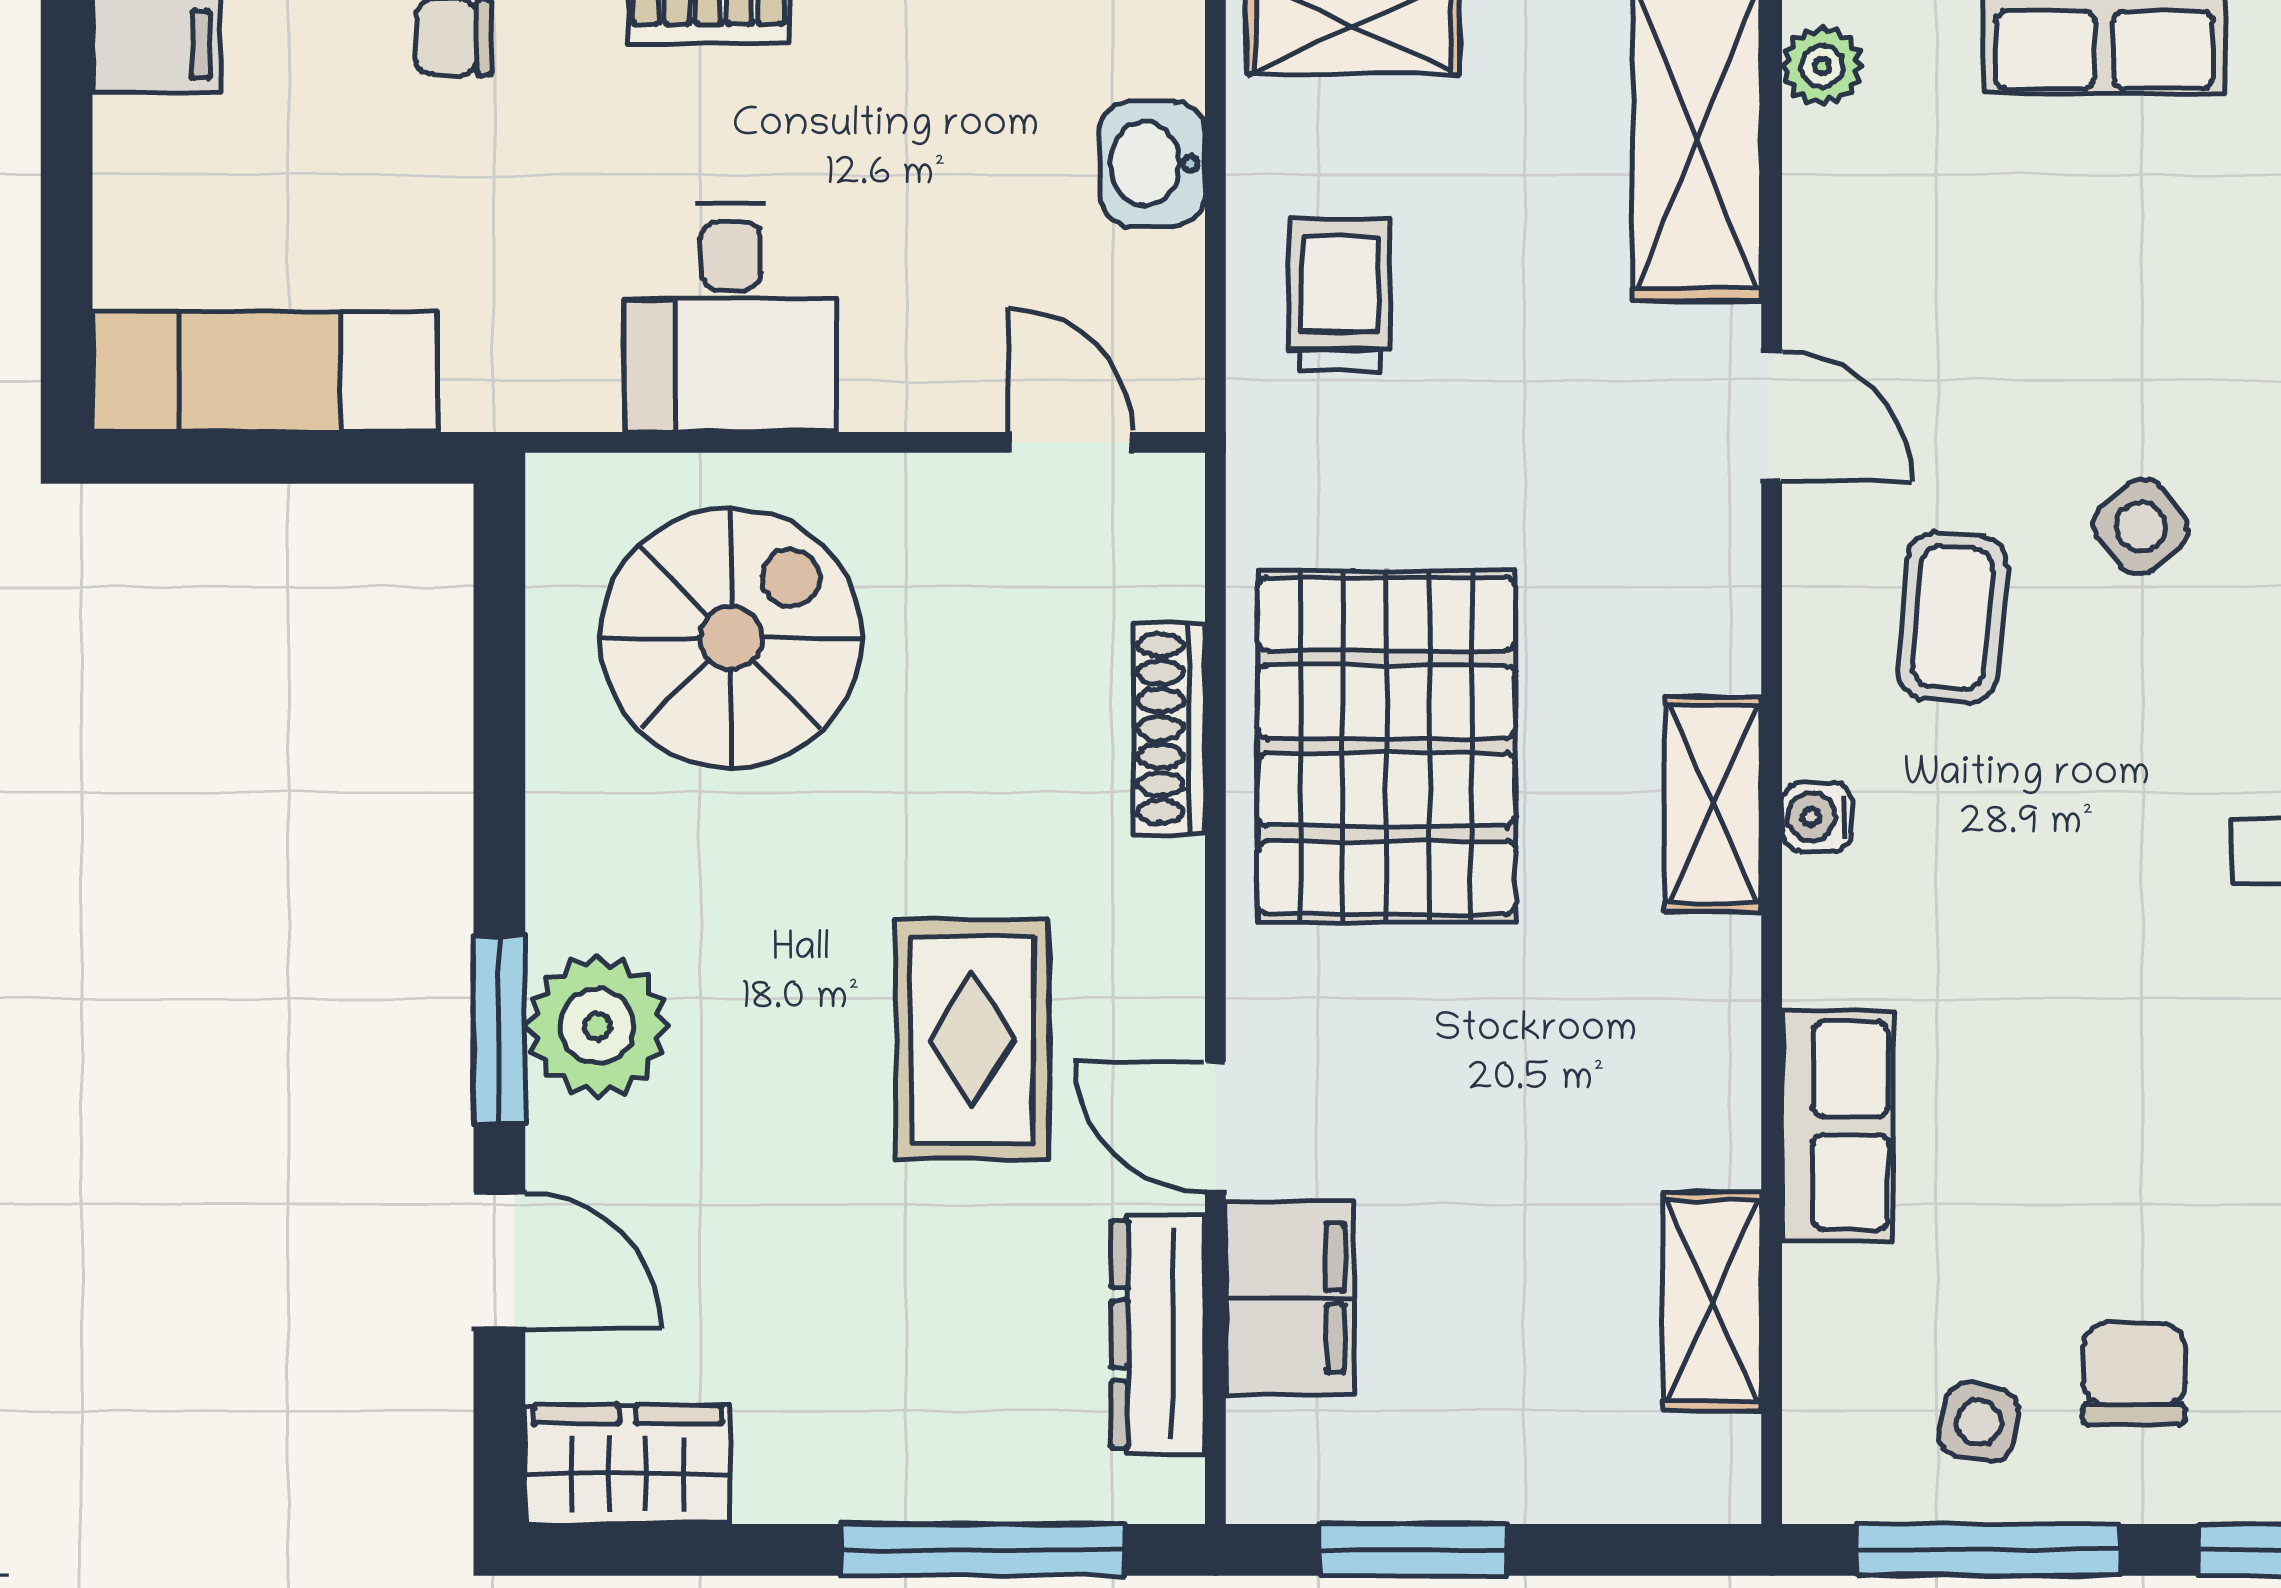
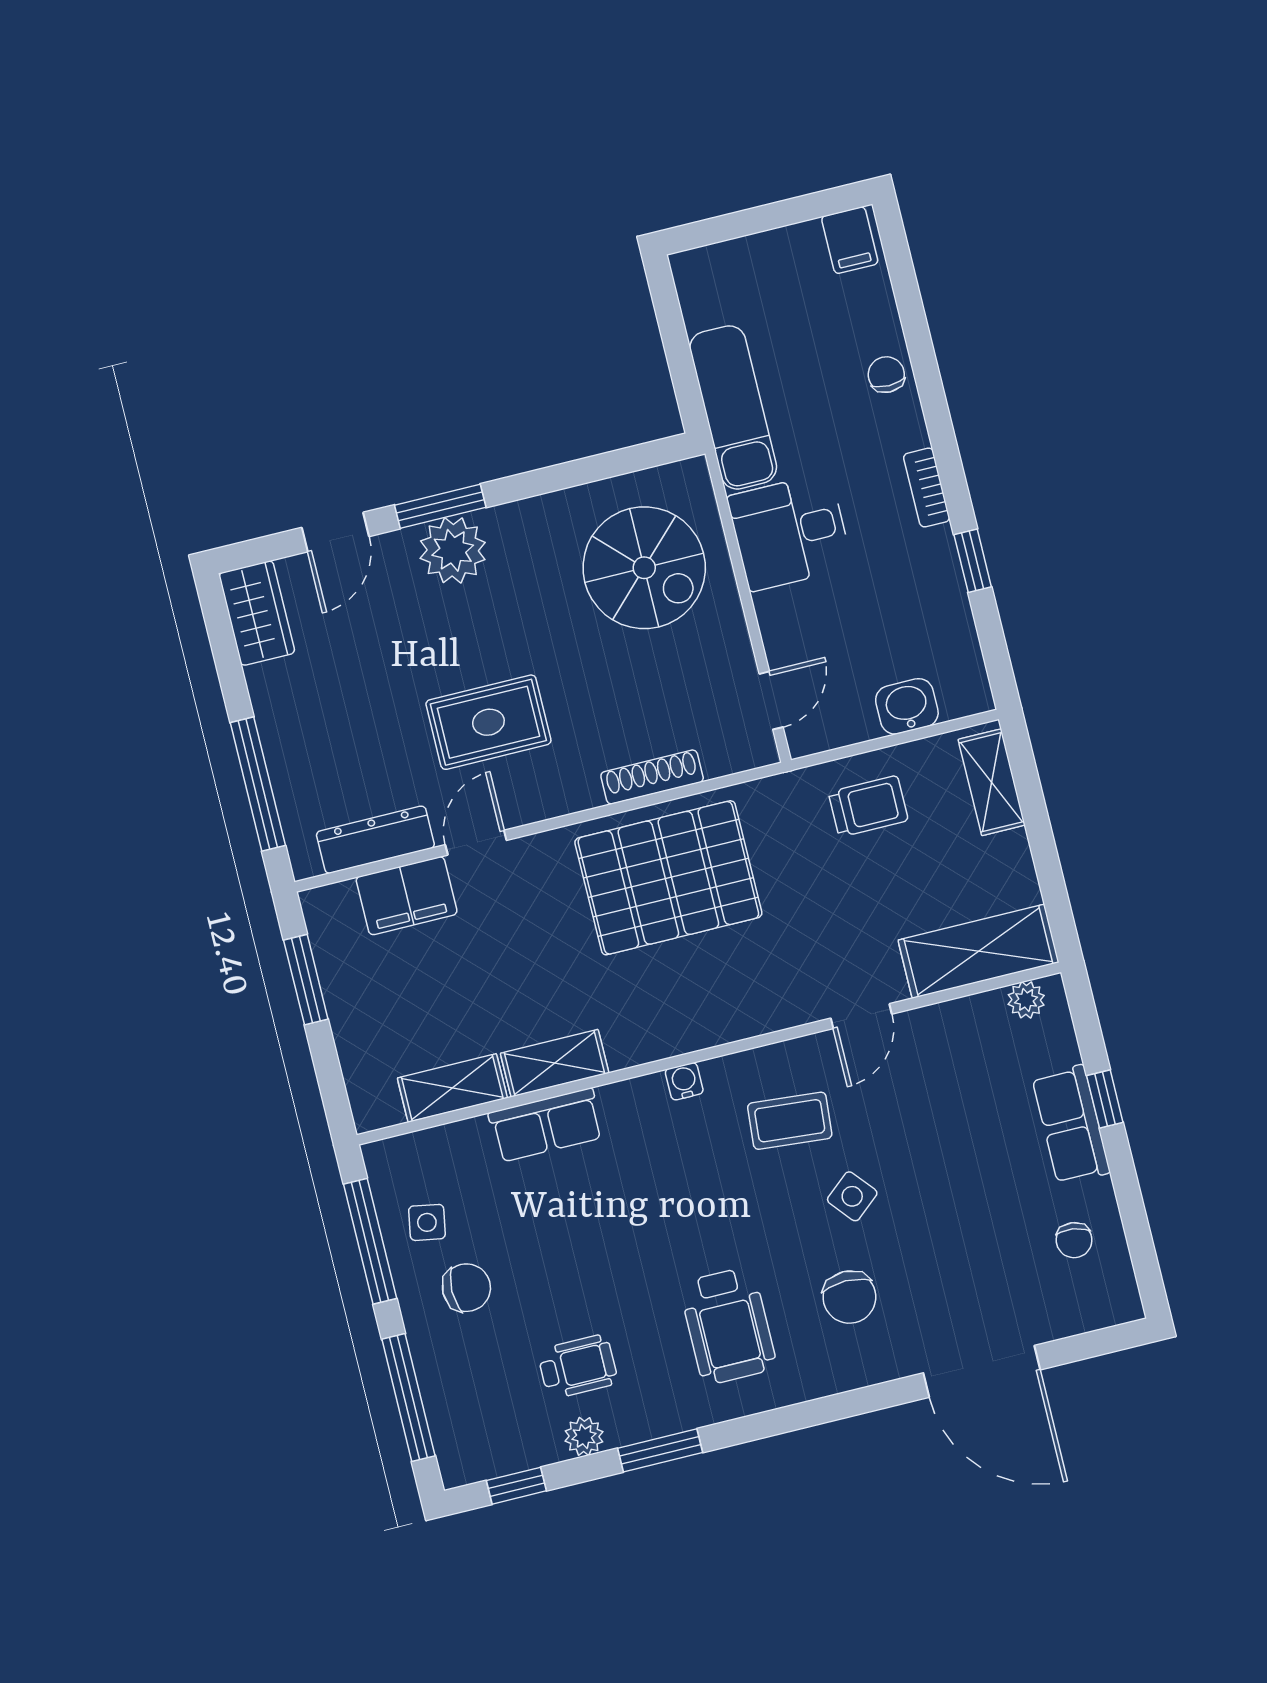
exam couch: (265, 372) -> (733, 407), moved
shelving: (1713, 805) -> (555, 1063), moved

